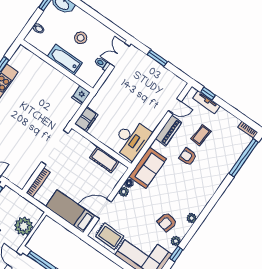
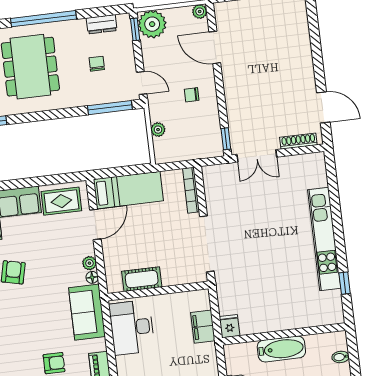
filing cabinet: (86, 119) -> (203, 327), moved
plant: (24, 226) -> (158, 130), width x0.53, depth x0.53

